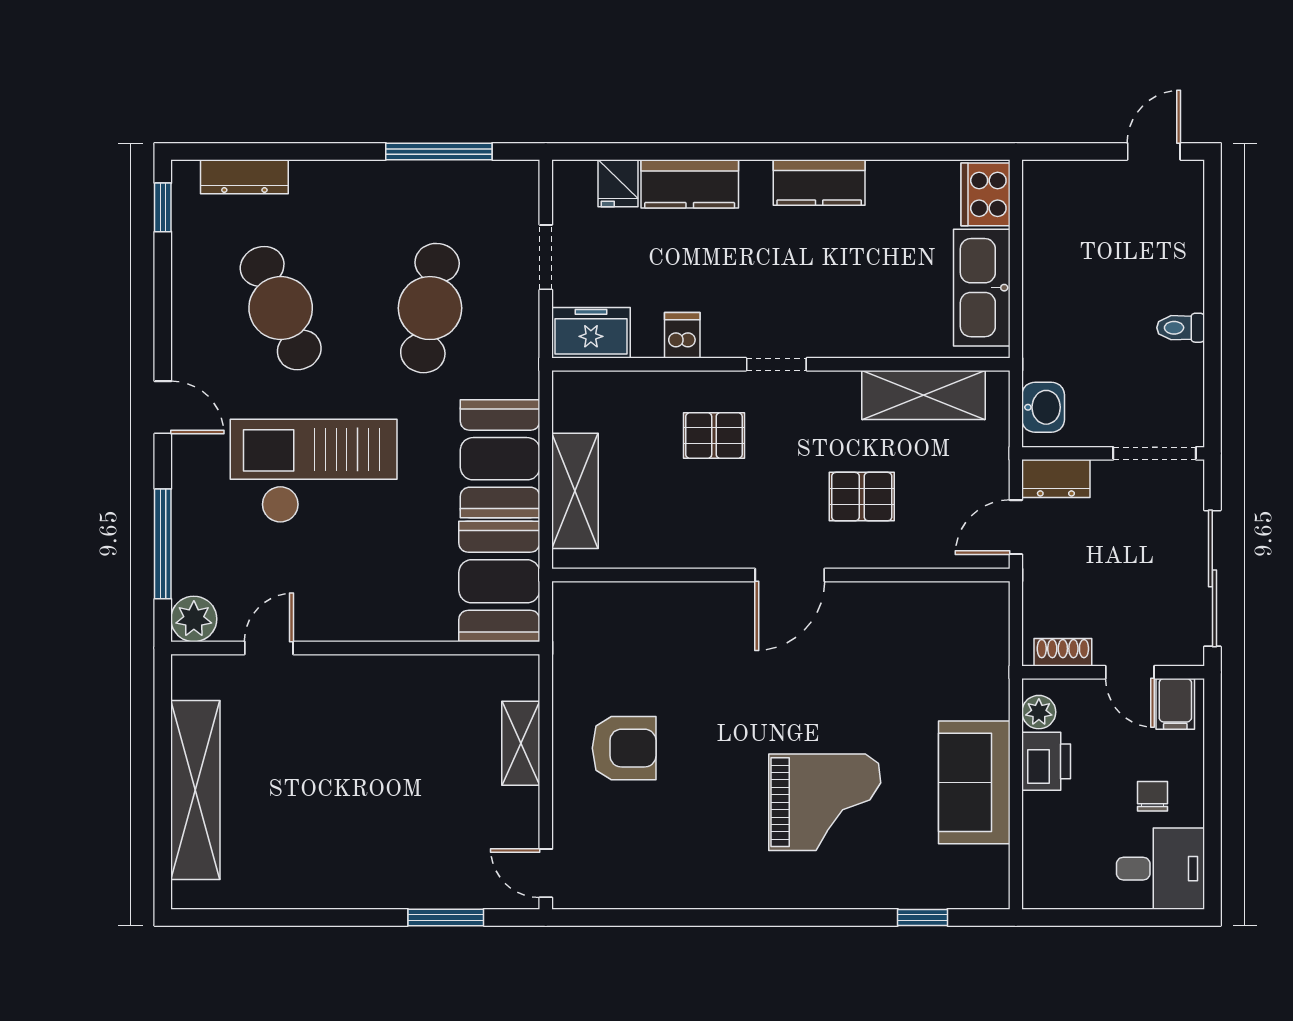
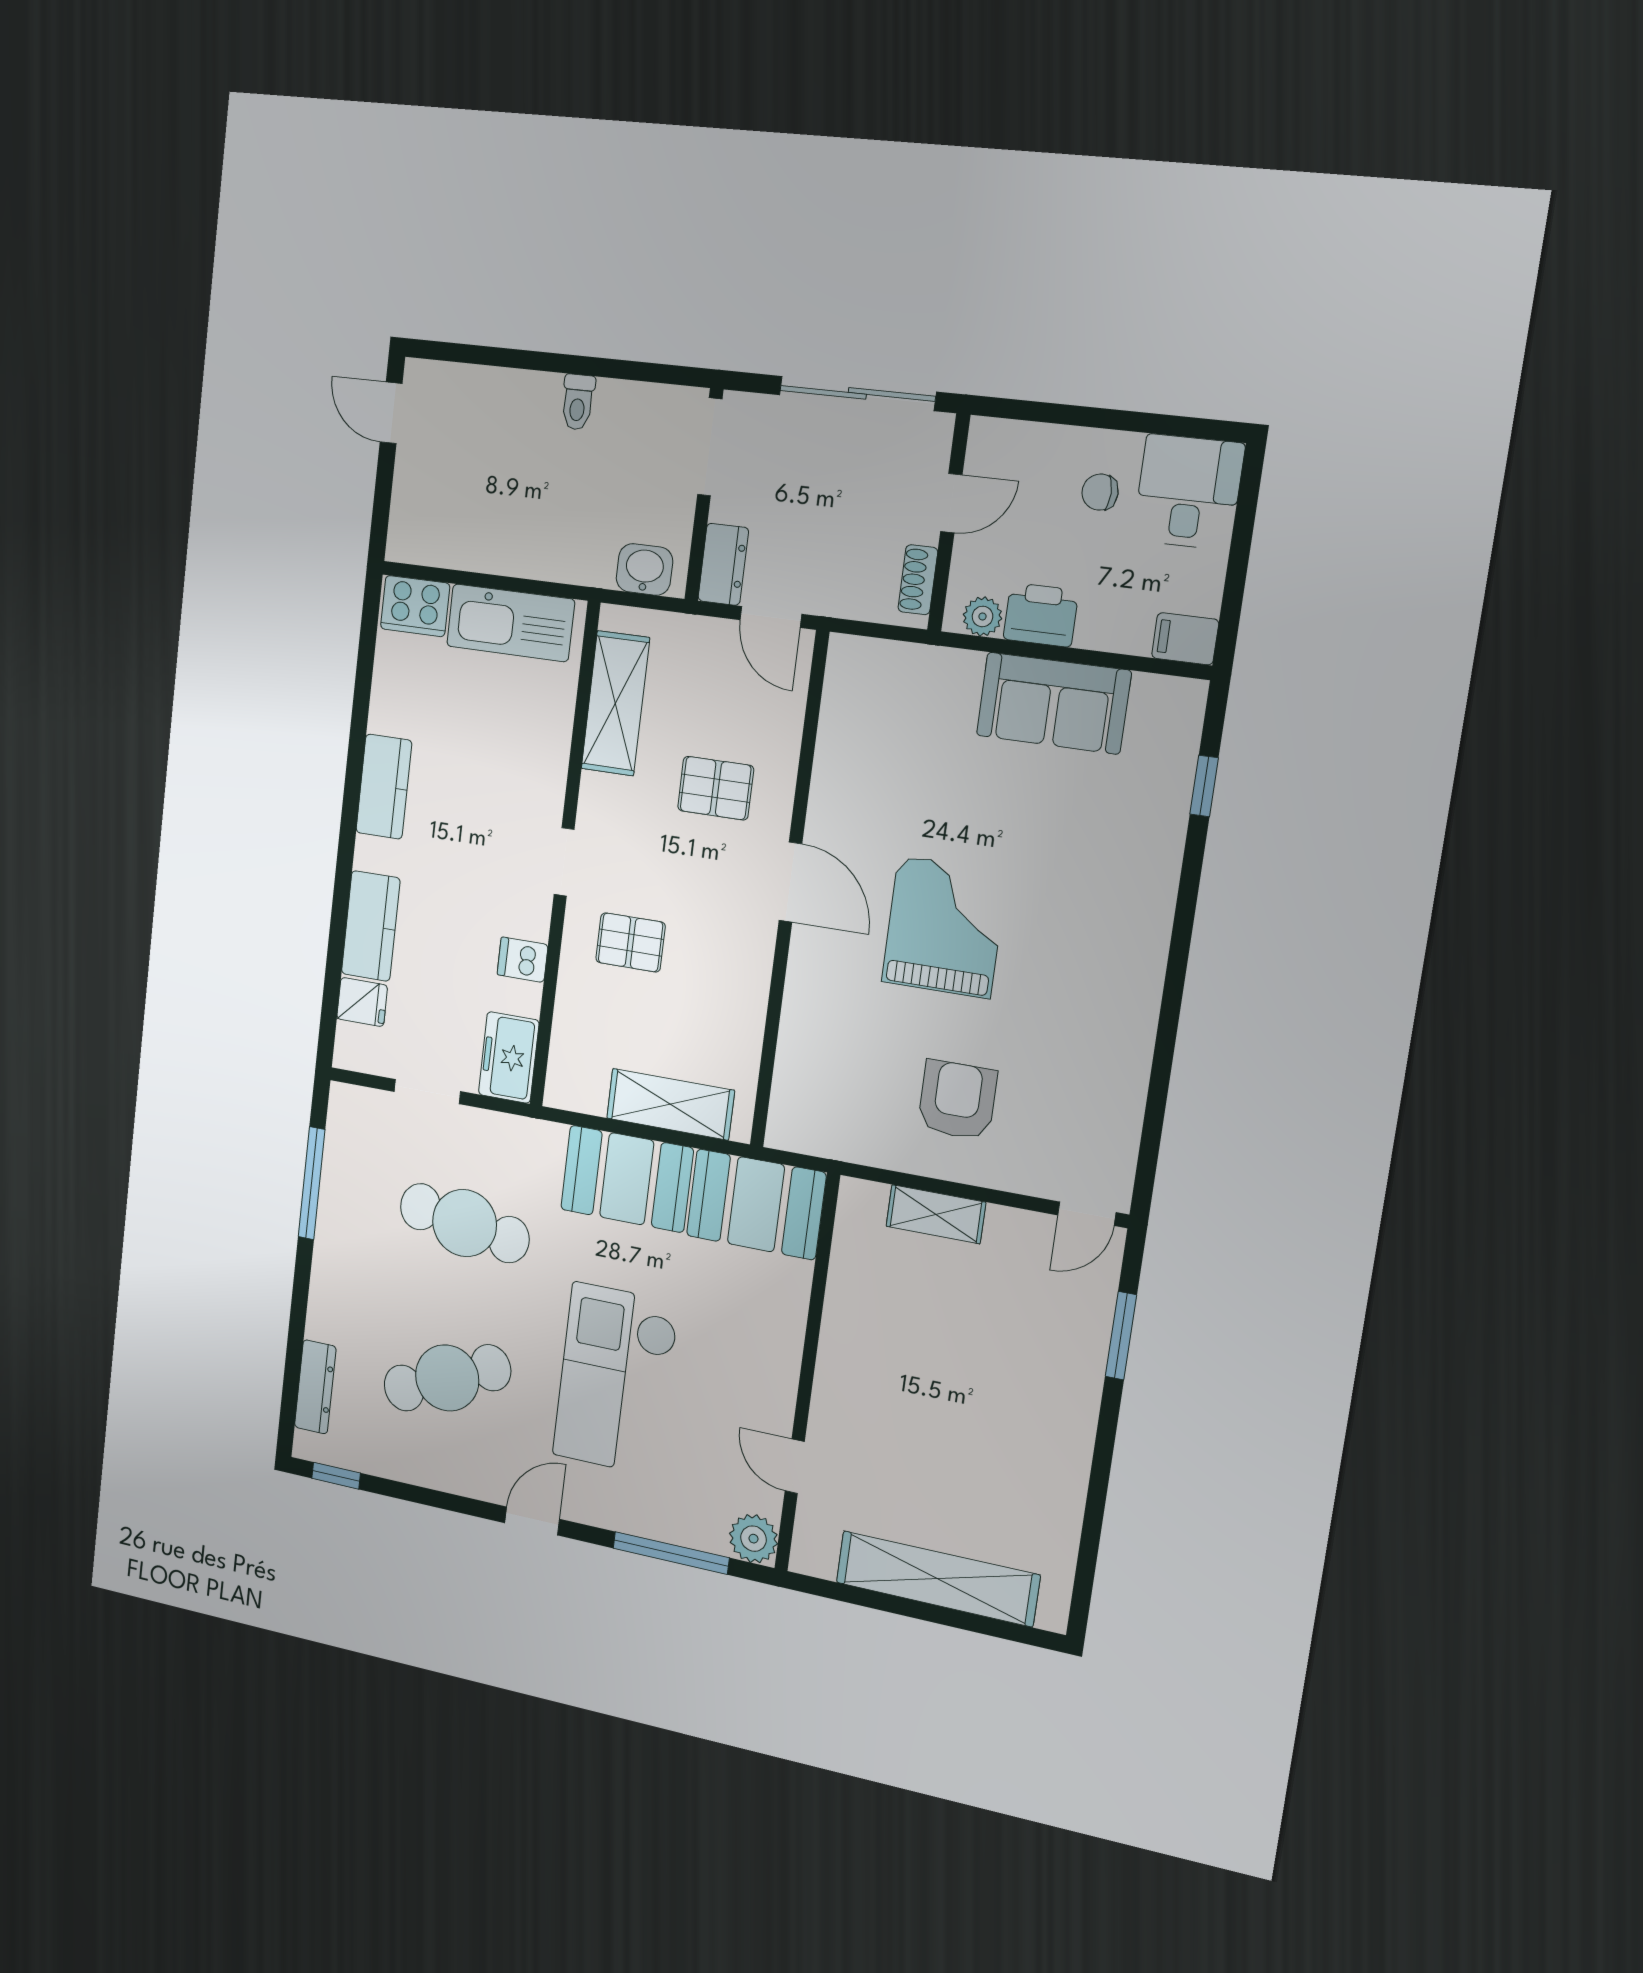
pallet: (714, 436) -> (631, 942), turned 90
pallet: (862, 497) -> (716, 788), turned 90
filing cabinet: (1175, 704) -> (1185, 639), moved, turned 180
grand piano: (825, 802) -> (944, 927), moved

